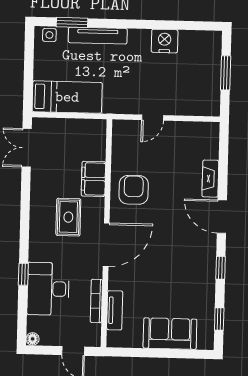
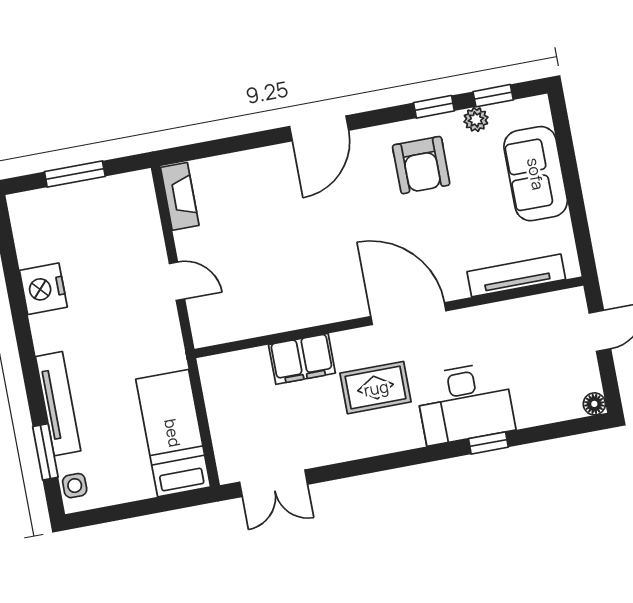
fireplace: (210, 179) -> (180, 196), moved, turned -90
armchair: (134, 190) -> (421, 165), moved, turned -90
window: (221, 268) -> (434, 107), moved
desk: (48, 289) -> (465, 403), moved
bookcase: (96, 301) -> (507, 310), removed
plant: (208, 306) -> (476, 119), added
tv unit: (115, 310) -> (516, 275), width x1.41

